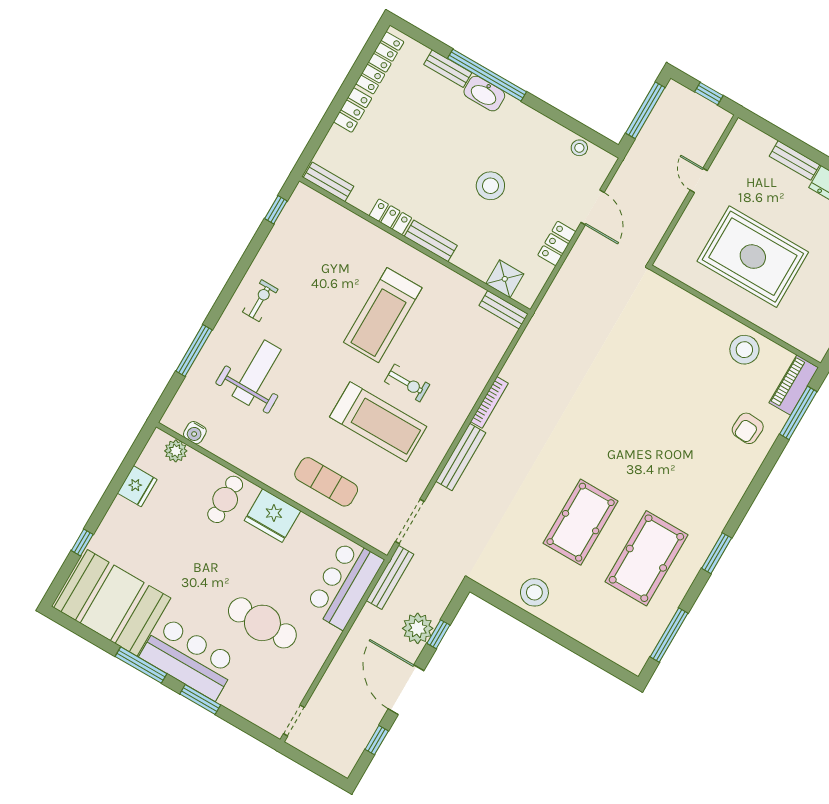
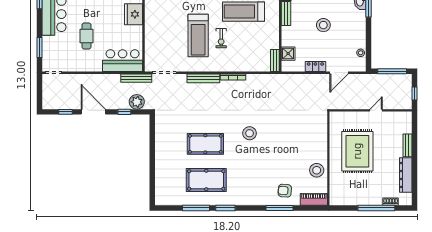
window: (798, 413) -> (279, 208), moved
exercise mat: (326, 482) -> (161, 28), removed
stool: (534, 592) -> (250, 133), moved
cafe table: (262, 623) -> (86, 36), width x0.73, depth x0.74
plant: (418, 628) -> (137, 102), moved
window: (669, 635) -> (196, 208), moved
door: (406, 690) -> (93, 112), hinge flipped
window: (200, 700) -> (40, 48), moved

